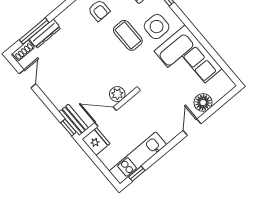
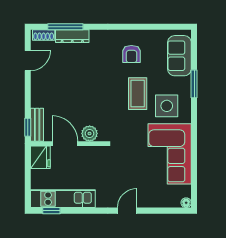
floor lamp: (203, 103) -> (186, 203), moved, width x0.53, depth x0.53

